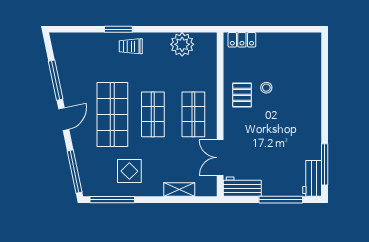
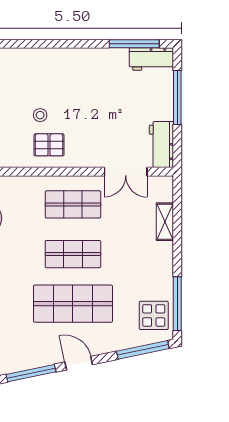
display table: (129, 171) -> (154, 315), moved

